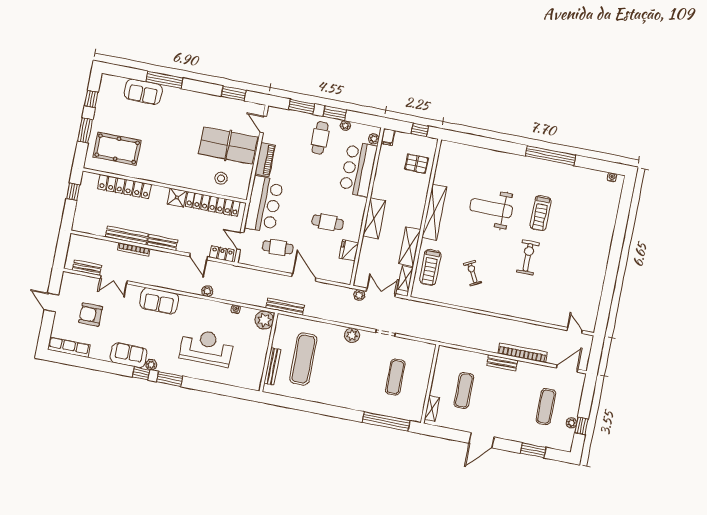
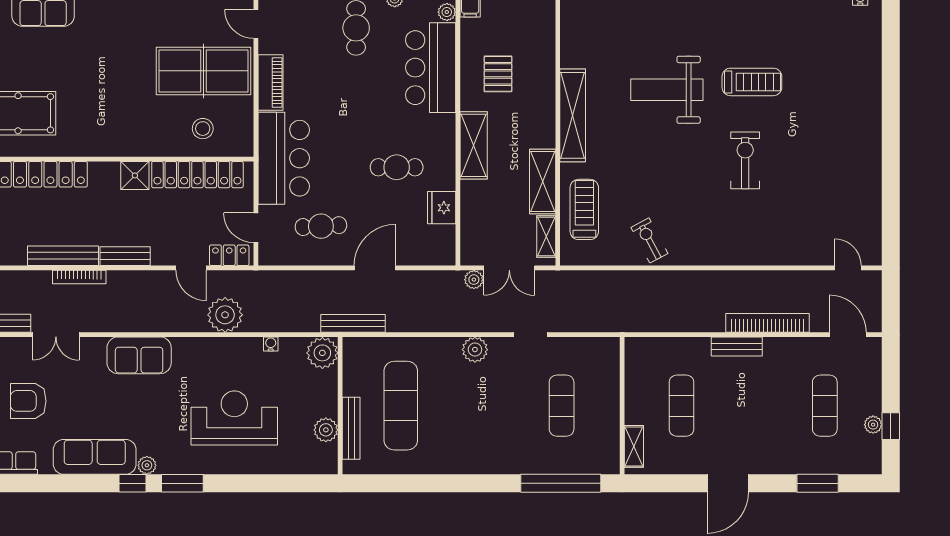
pallet: (417, 164) -> (498, 74), moved, turned 90
treadmill: (541, 213) -> (752, 82), turned -90
treadmill: (430, 267) -> (584, 209), turned 180
exercise bike: (473, 273) -> (649, 240), moved
door: (304, 277) -> (375, 268), hinge flipped
plant: (207, 291) -> (225, 315), width x1.88, depth x1.88
double door: (381, 292) -> (509, 268), swing flipped
sofa: (129, 355) -> (95, 457), width x1.36
plant: (258, 364) -> (326, 430), added
door: (567, 369) -> (848, 335), hinge flipped

